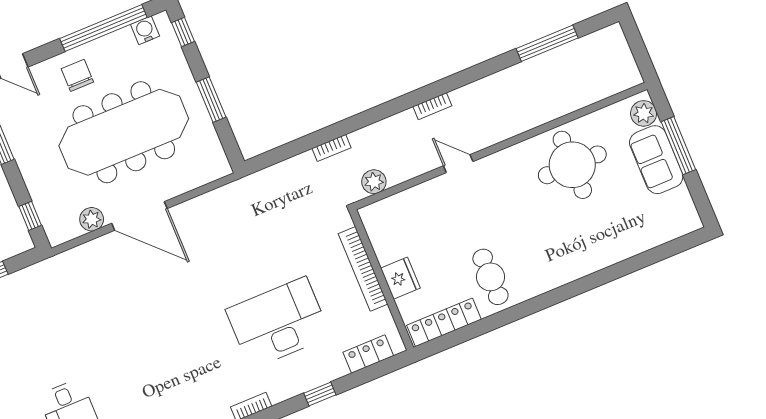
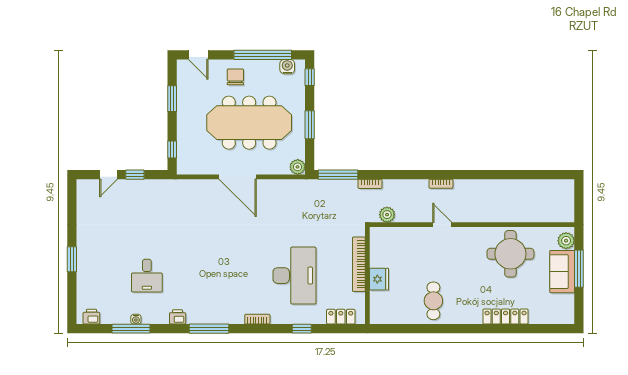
window: (547, 43) -> (338, 175), moved
plant: (92, 219) -> (298, 167), moved
locker: (444, 322) -> (506, 317), moved
desk: (278, 323) -> (294, 276), turned 90

